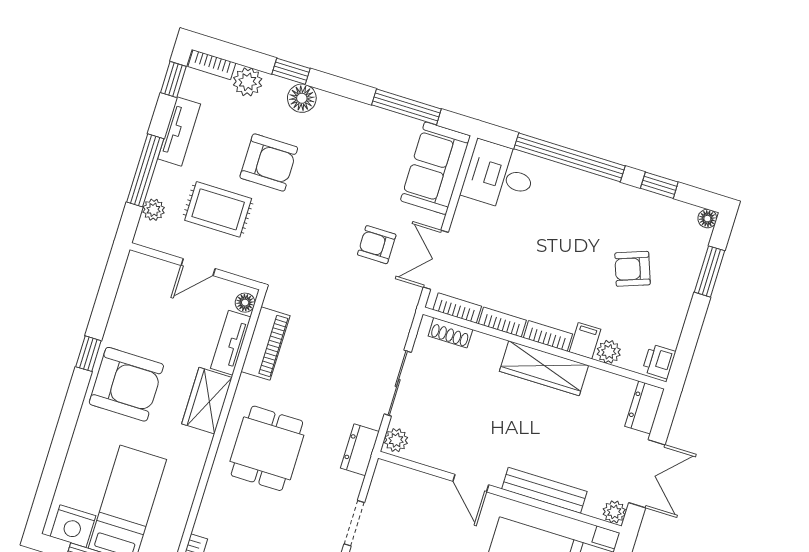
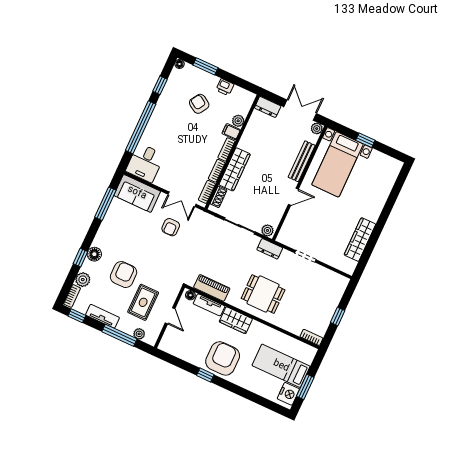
armchair: (632, 269) -> (199, 104), turned 142
printer: (659, 361) -> (225, 87), moved
wardrobe: (544, 368) -> (235, 169), moved

